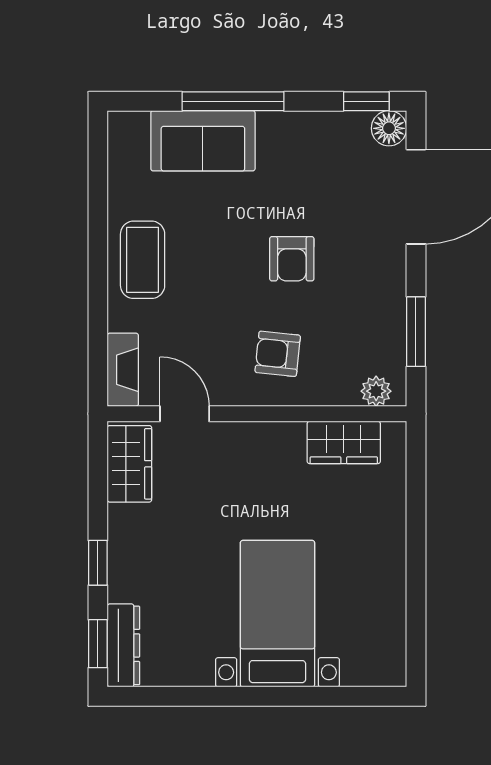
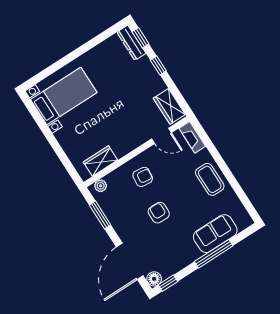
bed with nightstands: (277, 614) -> (64, 96), moved, turned -90

